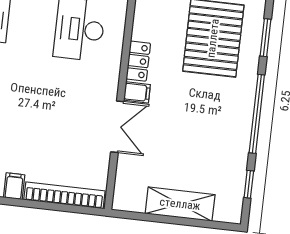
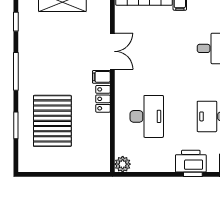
window: (257, 114) -> (16, 71), width x0.68
double door: (117, 127) -> (112, 51), swing flipped

